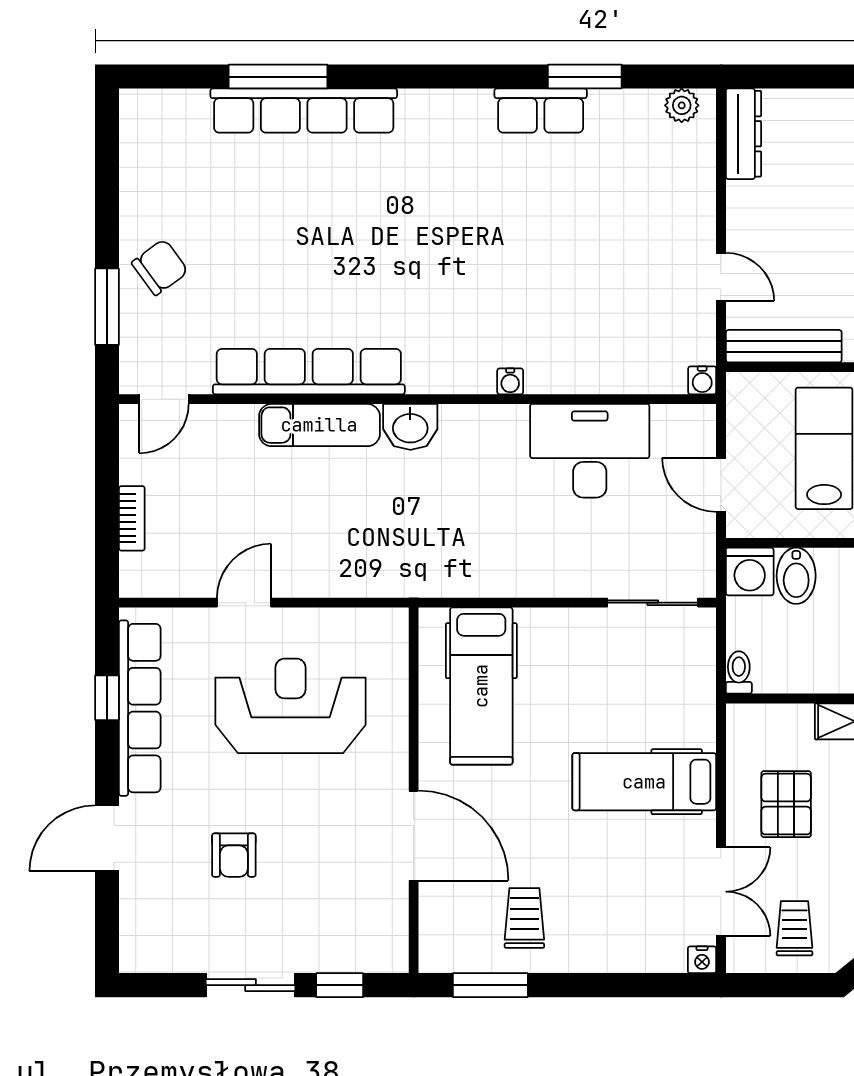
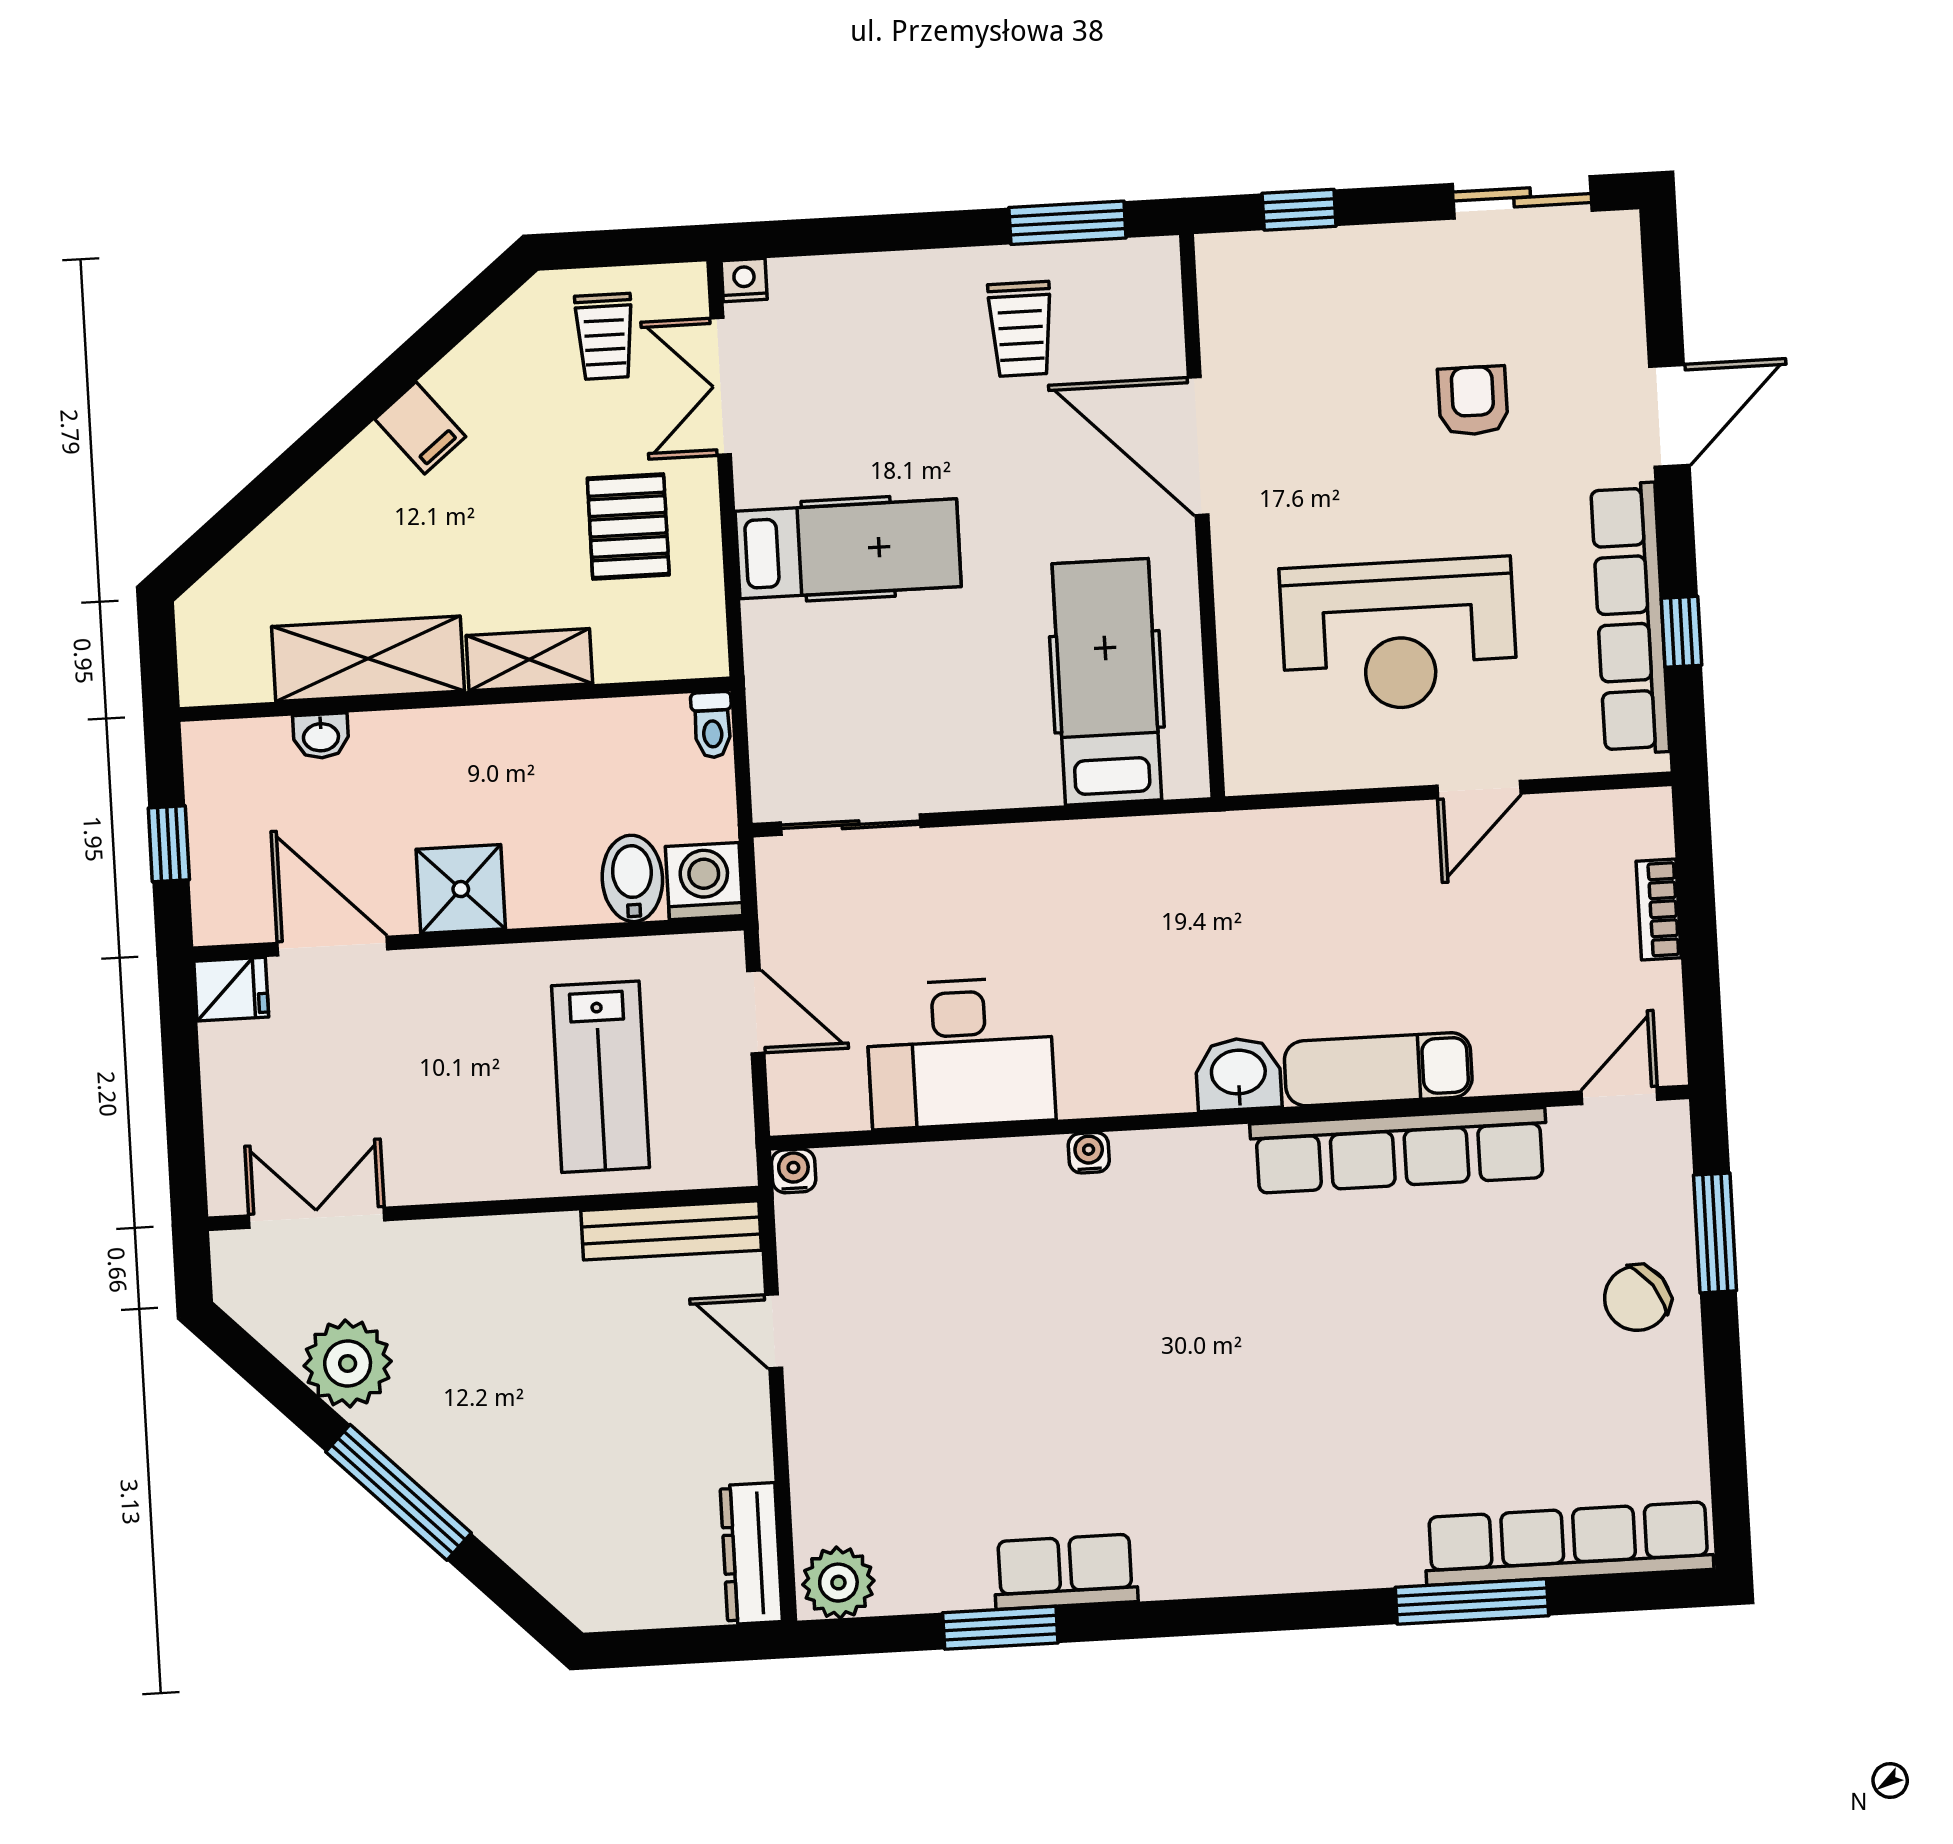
plant: (682, 105) -> (838, 1583), width x1.38, depth x1.38
row of seats: (304, 111) -> (1569, 1543), moved
sliding door: (251, 985) -> (1522, 197), moved

